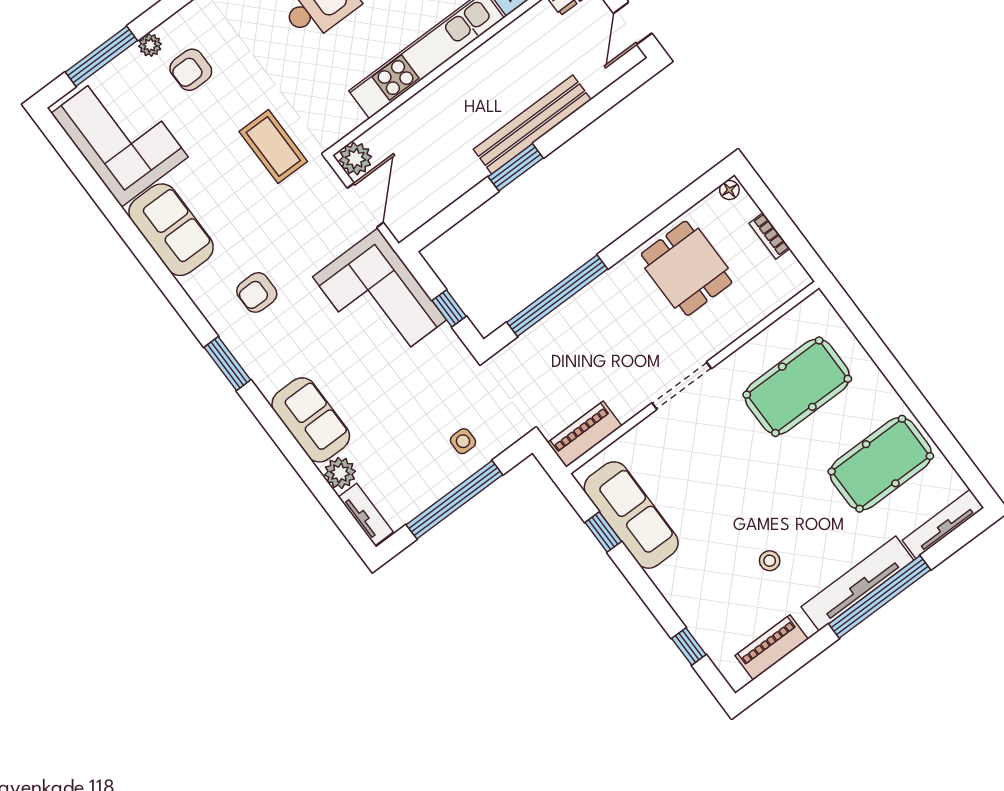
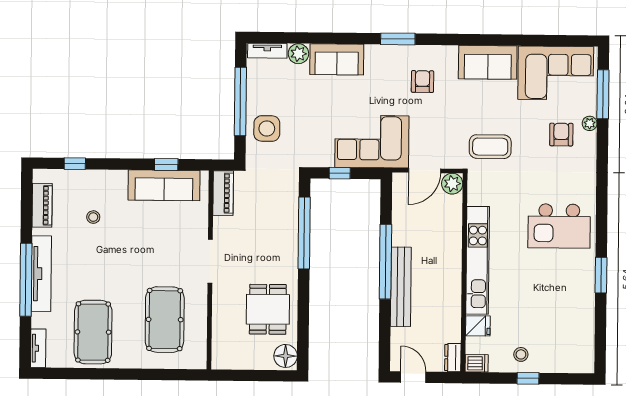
window: (516, 167) -> (385, 262), width x2.11
floor lamp: (729, 190) -> (286, 356), width x1.89, depth x1.89
door: (365, 205) -> (425, 171), hinge flipped
bookcase: (769, 236) -> (252, 364), removed
dining table: (687, 268) -> (268, 309), turned 90
side table: (463, 441) -> (267, 129), width x1.87, depth x1.87
tv unit: (943, 524) -> (38, 348), width x0.71
stool: (770, 561) -> (93, 217), moved

